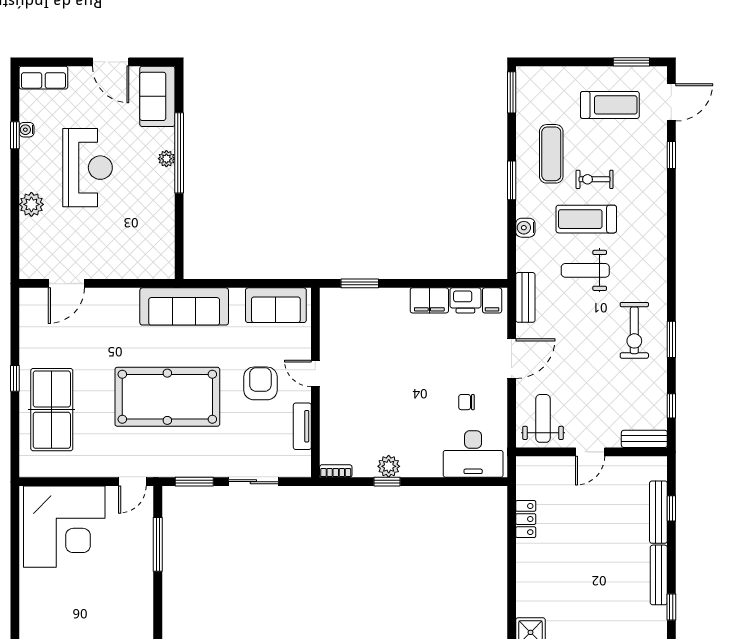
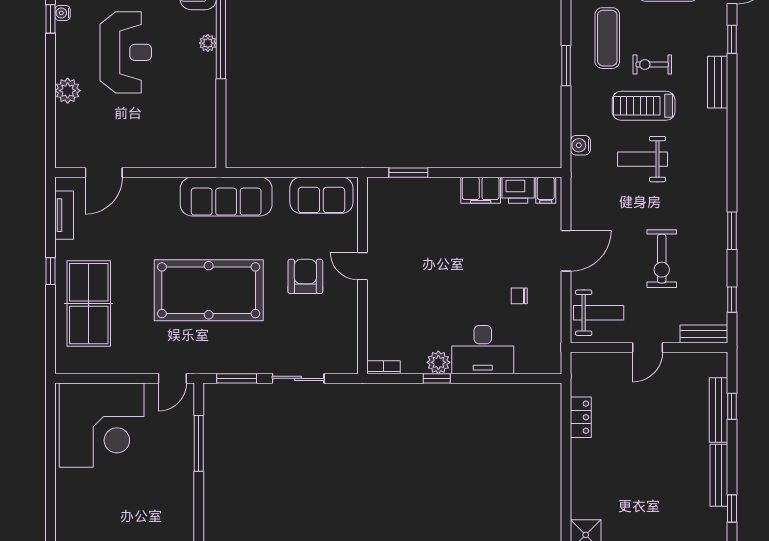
water cooler: (525, 228) -> (580, 145), moved
bench: (525, 297) -> (718, 82), moved
exercise bike: (634, 330) -> (662, 259), moved
weight bench: (543, 418) -> (599, 313), turned 90
tv unit: (302, 426) -> (64, 215), moved, turned 180
desk: (473, 454) -> (483, 350), moved

